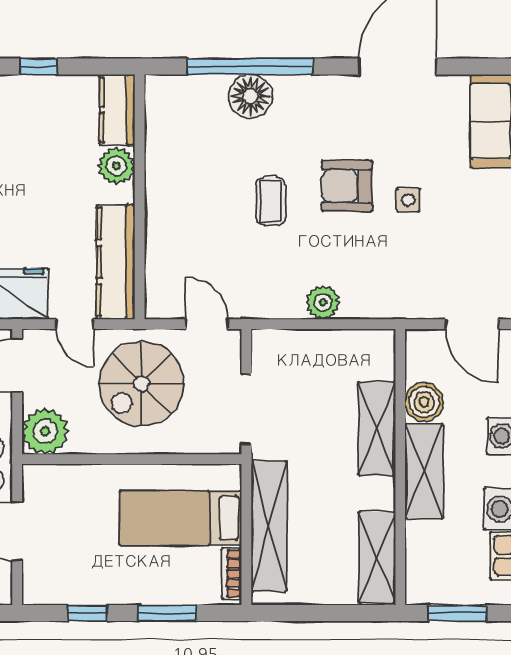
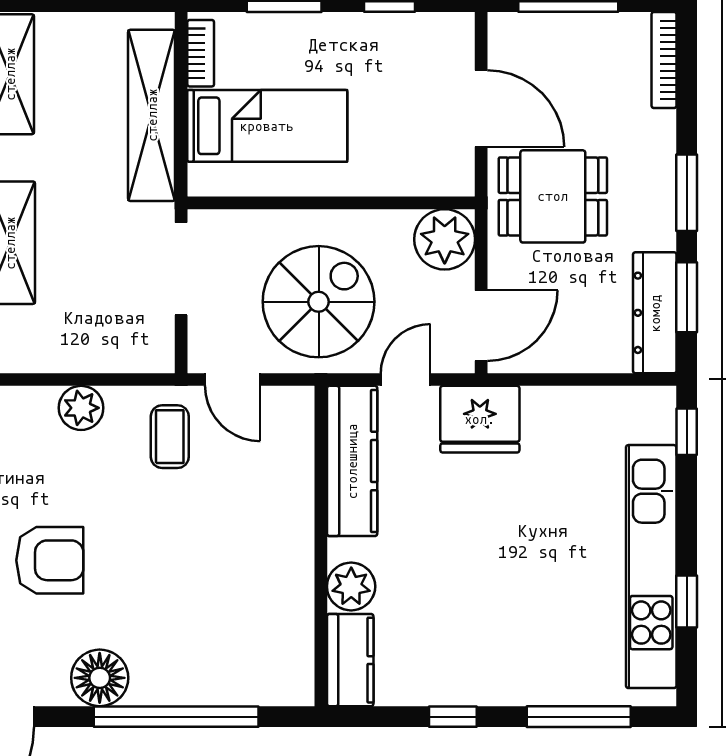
floor lamp: (251, 96) -> (100, 678), moved
coffee table: (271, 201) -> (170, 437), moved
door: (75, 324) -> (406, 380), hinge flipped

